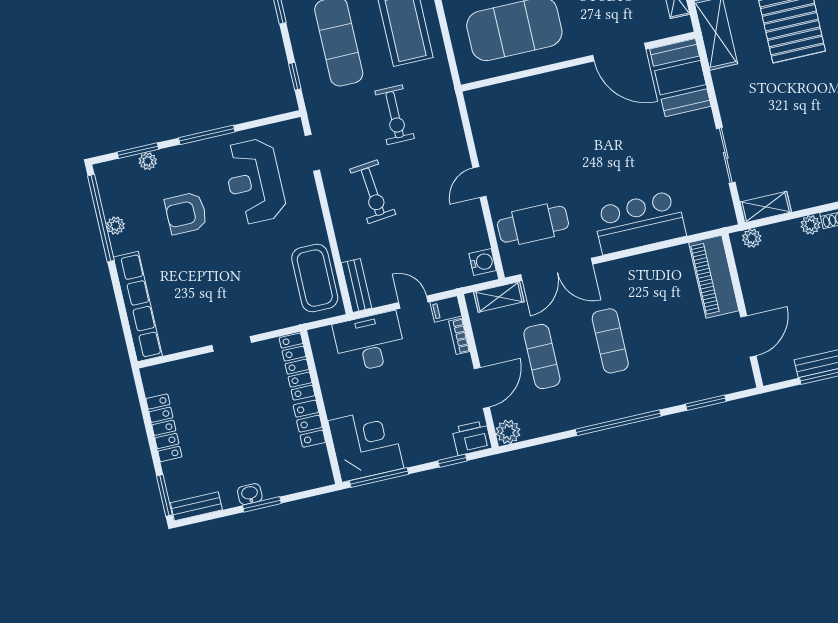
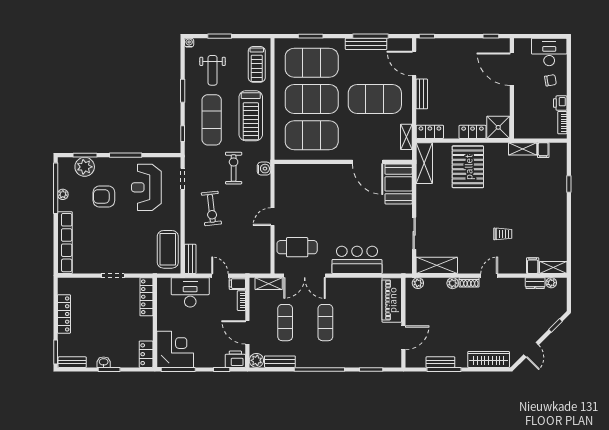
exercise bike: (395, 115) -> (234, 168), turned 180
plant: (148, 161) -> (85, 167), width x1.87, depth x1.87
shelving: (766, 207) -> (437, 265), width x1.50, depth x1.33
water cooler: (483, 262) -> (264, 169), moved
door: (482, 388) -> (247, 332), swing flipped
locker: (309, 424) -> (146, 354), moved
bench: (548, 425) -> (280, 362), added

